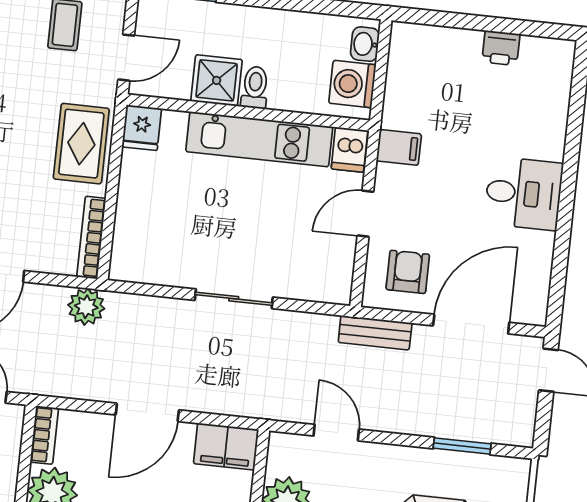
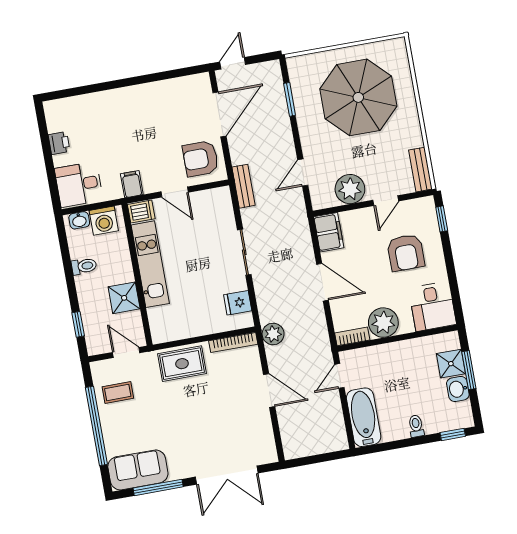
toilet: (255, 87) -> (84, 266), moved, turned 180
fridge: (142, 128) -> (238, 303), moved, turned 180
desk: (524, 193) -> (79, 184), moved, turned -90
armchair: (408, 272) -> (200, 159), width x1.38, depth x1.38
door: (471, 324) -> (219, 114), swing flipped
bench: (375, 333) -> (244, 186), moved

